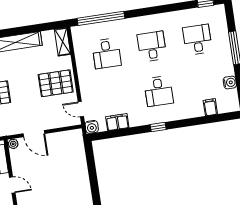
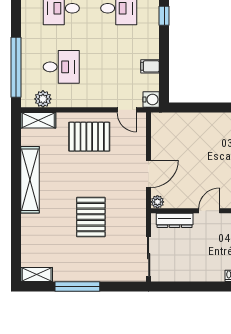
plant: (79, 43) -> (43, 99), added
pallet: (56, 83) -> (89, 137), turned 90
door: (81, 109) -> (127, 110), hinge flipped
filing cabinet: (117, 122) -> (150, 66), width x0.50

